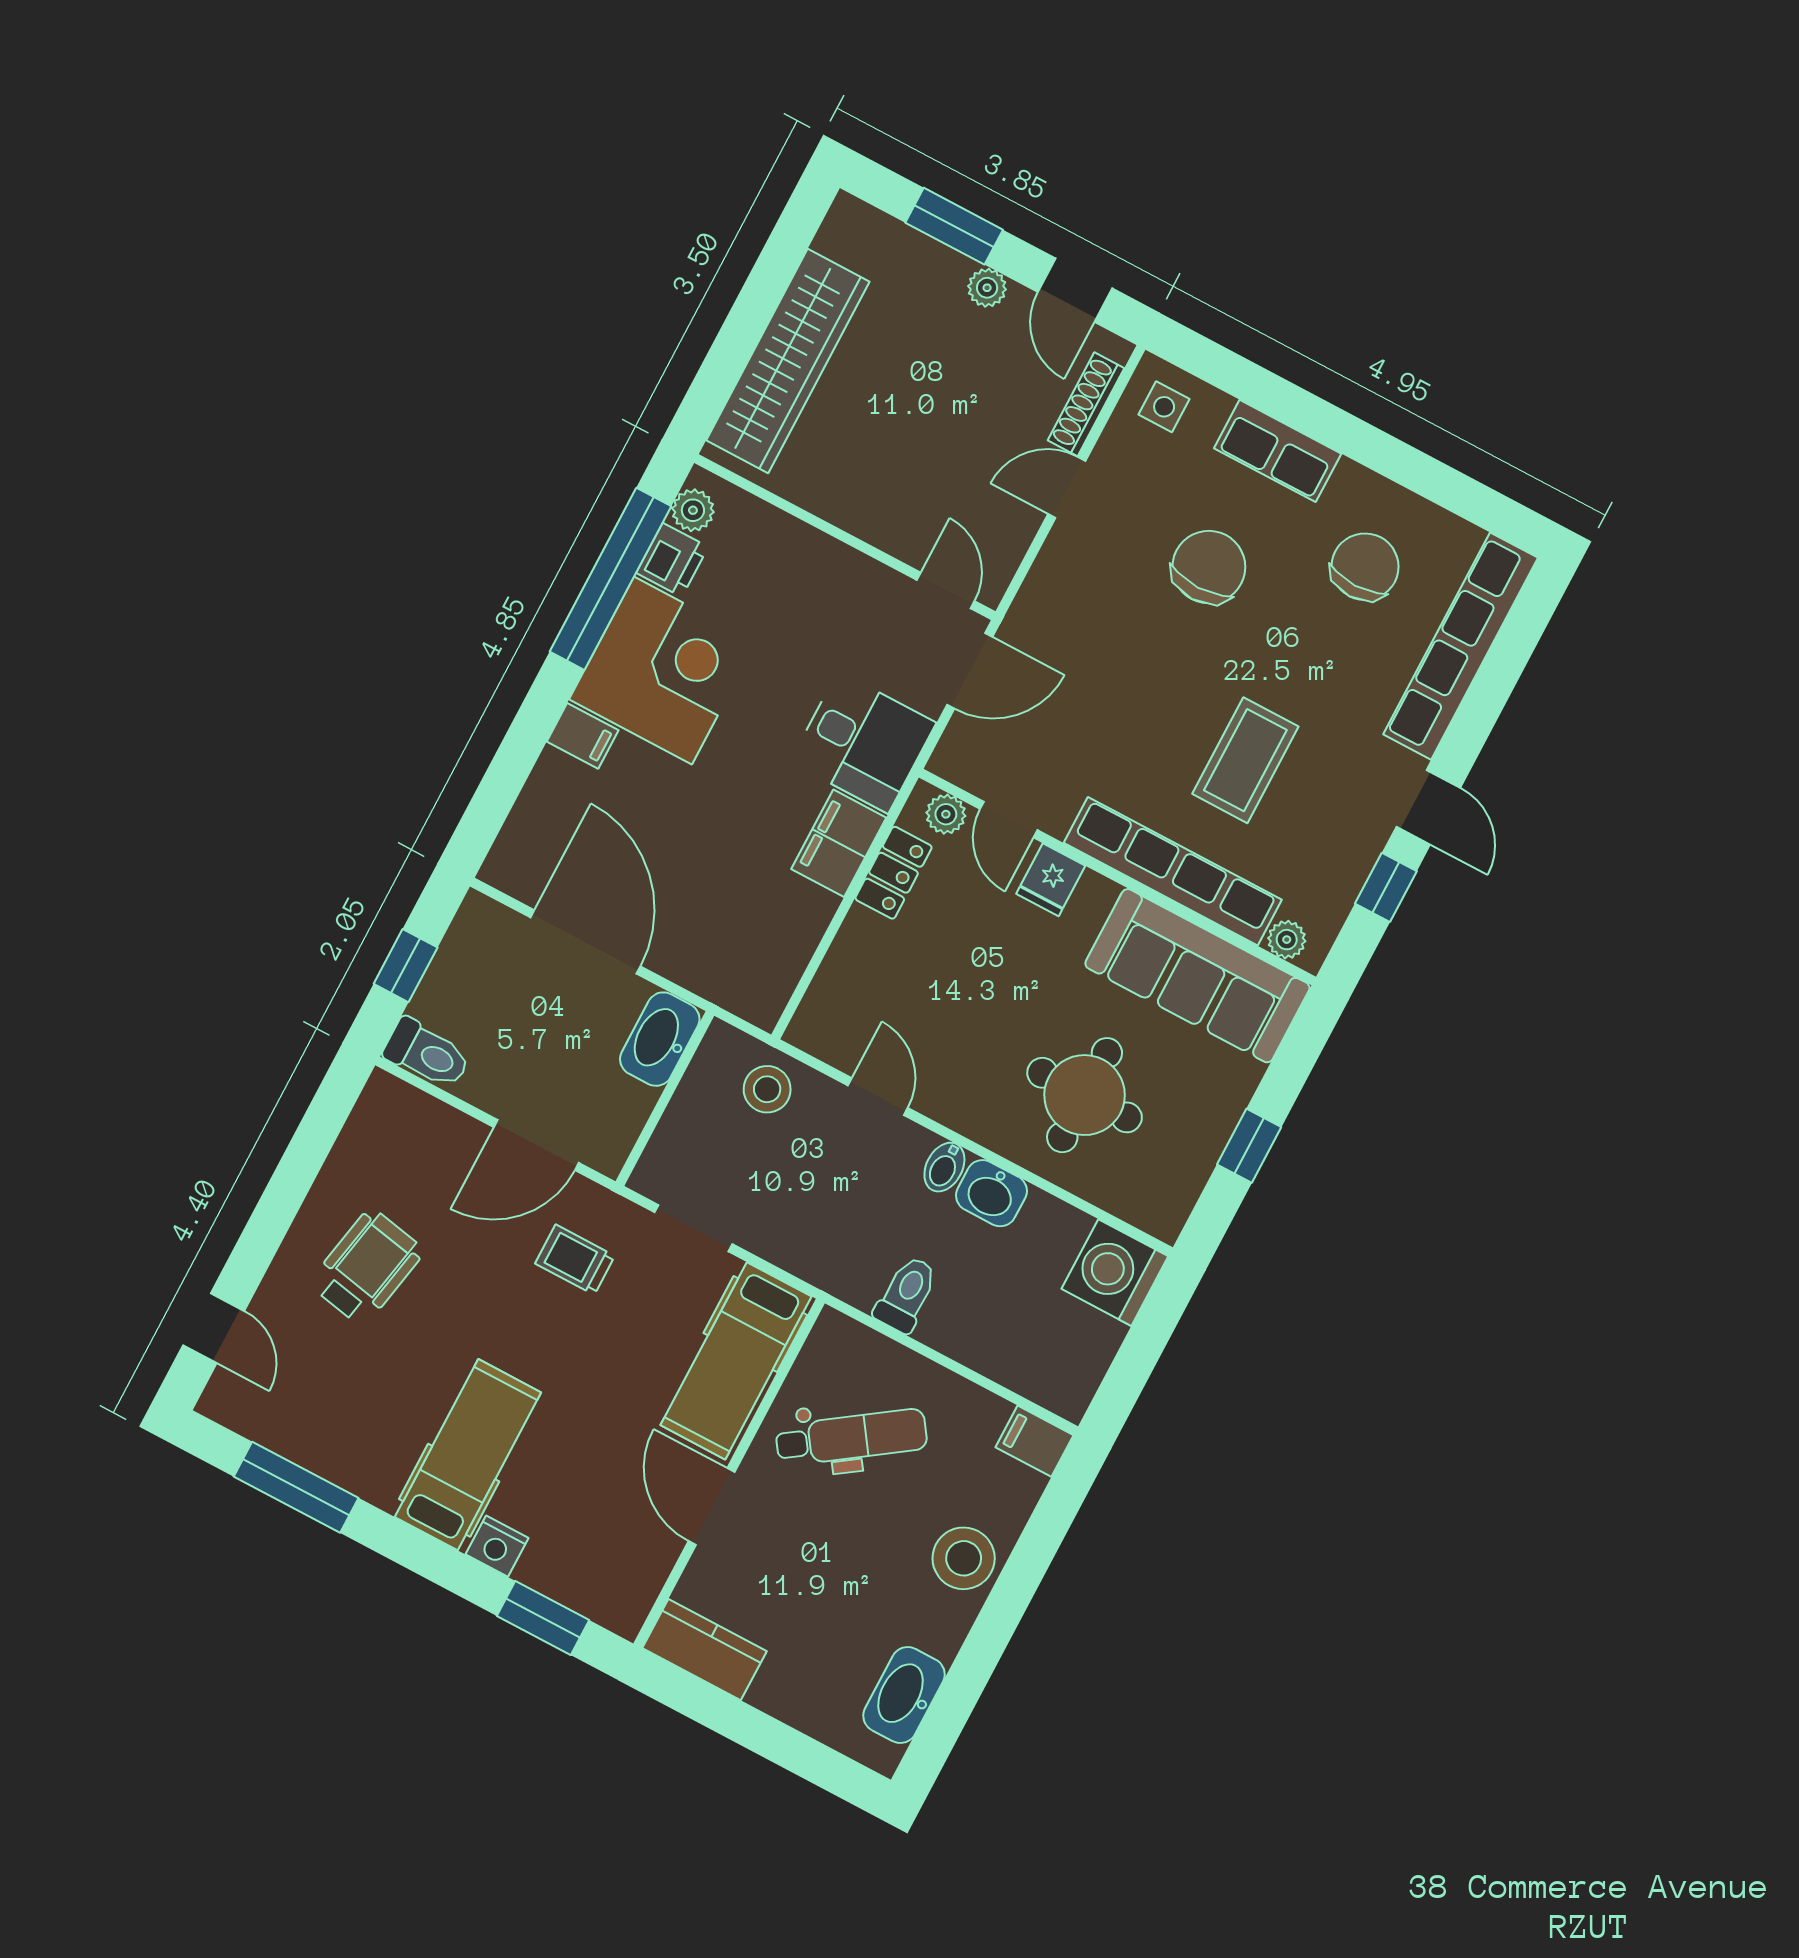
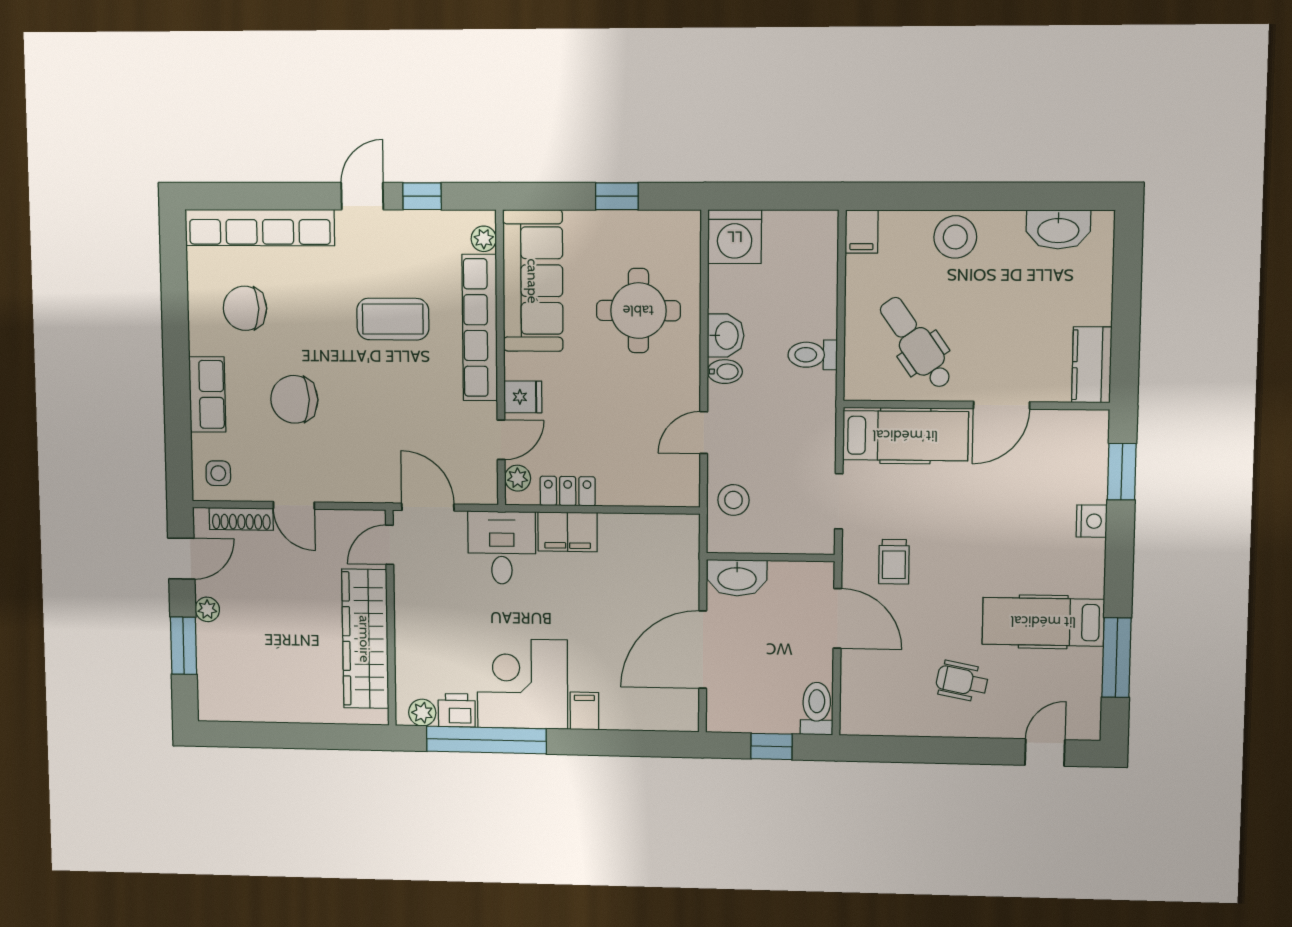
wardrobe: (788, 361) -> (365, 639), moved, turned -90
wheelchair: (367, 1267) -> (962, 681), width x0.73, depth x0.73
hospital bed: (468, 1455) -> (1043, 622), moved

